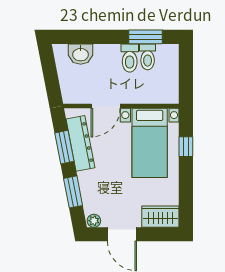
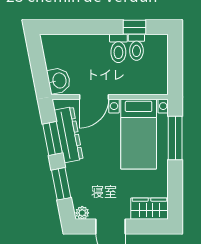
window: (146, 37) -> (134, 27), width x0.67
washbasin: (81, 54) -> (59, 81), moved, turned -101
window: (186, 147) -> (175, 138), width x2.17

